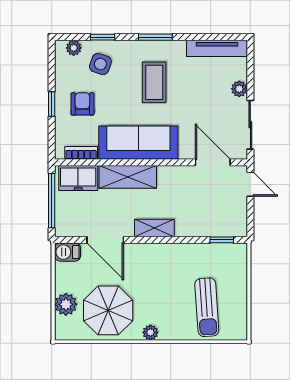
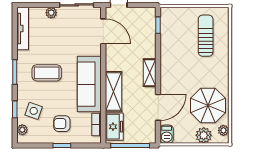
door: (213, 162) -> (103, 31), swing flipped
sun lounger: (207, 307) -> (206, 36), turned -86
plant: (150, 332) -> (223, 130), moved

